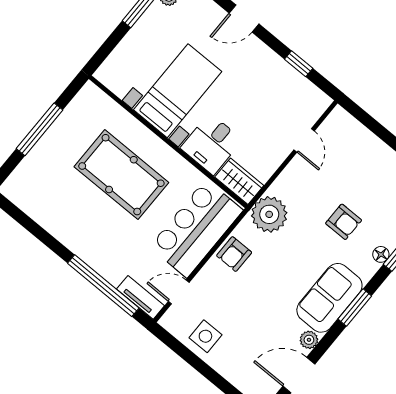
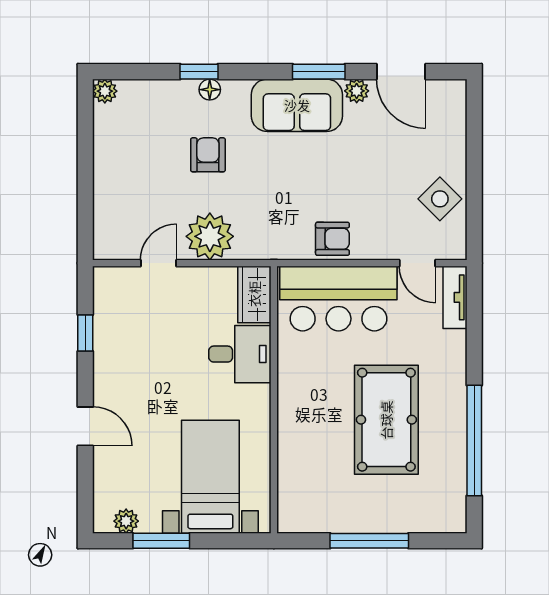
bed with nightstands: (178, 91) -> (210, 477), moved, turned 90
pool table: (121, 175) -> (386, 420), moved
plant: (269, 214) -> (210, 236), moved
window: (103, 286) -> (474, 441), moved
window: (355, 307) -> (319, 72), moved
side table: (205, 336) -> (440, 199), turned 45

